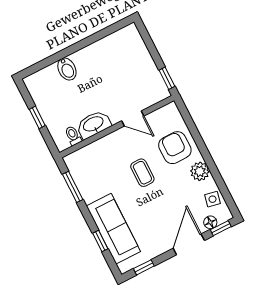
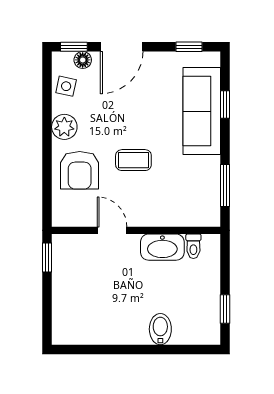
window: (37, 117) -> (225, 309), moved
coffee table: (142, 173) -> (133, 160), turned 90

